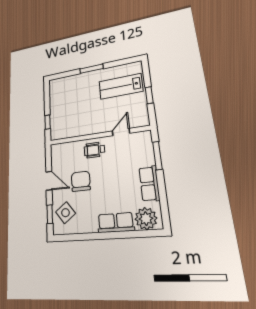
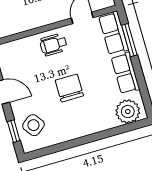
chair: (81, 181) -> (69, 88), moved
row of seats: (116, 223) -> (113, 33), moved, turned -90

